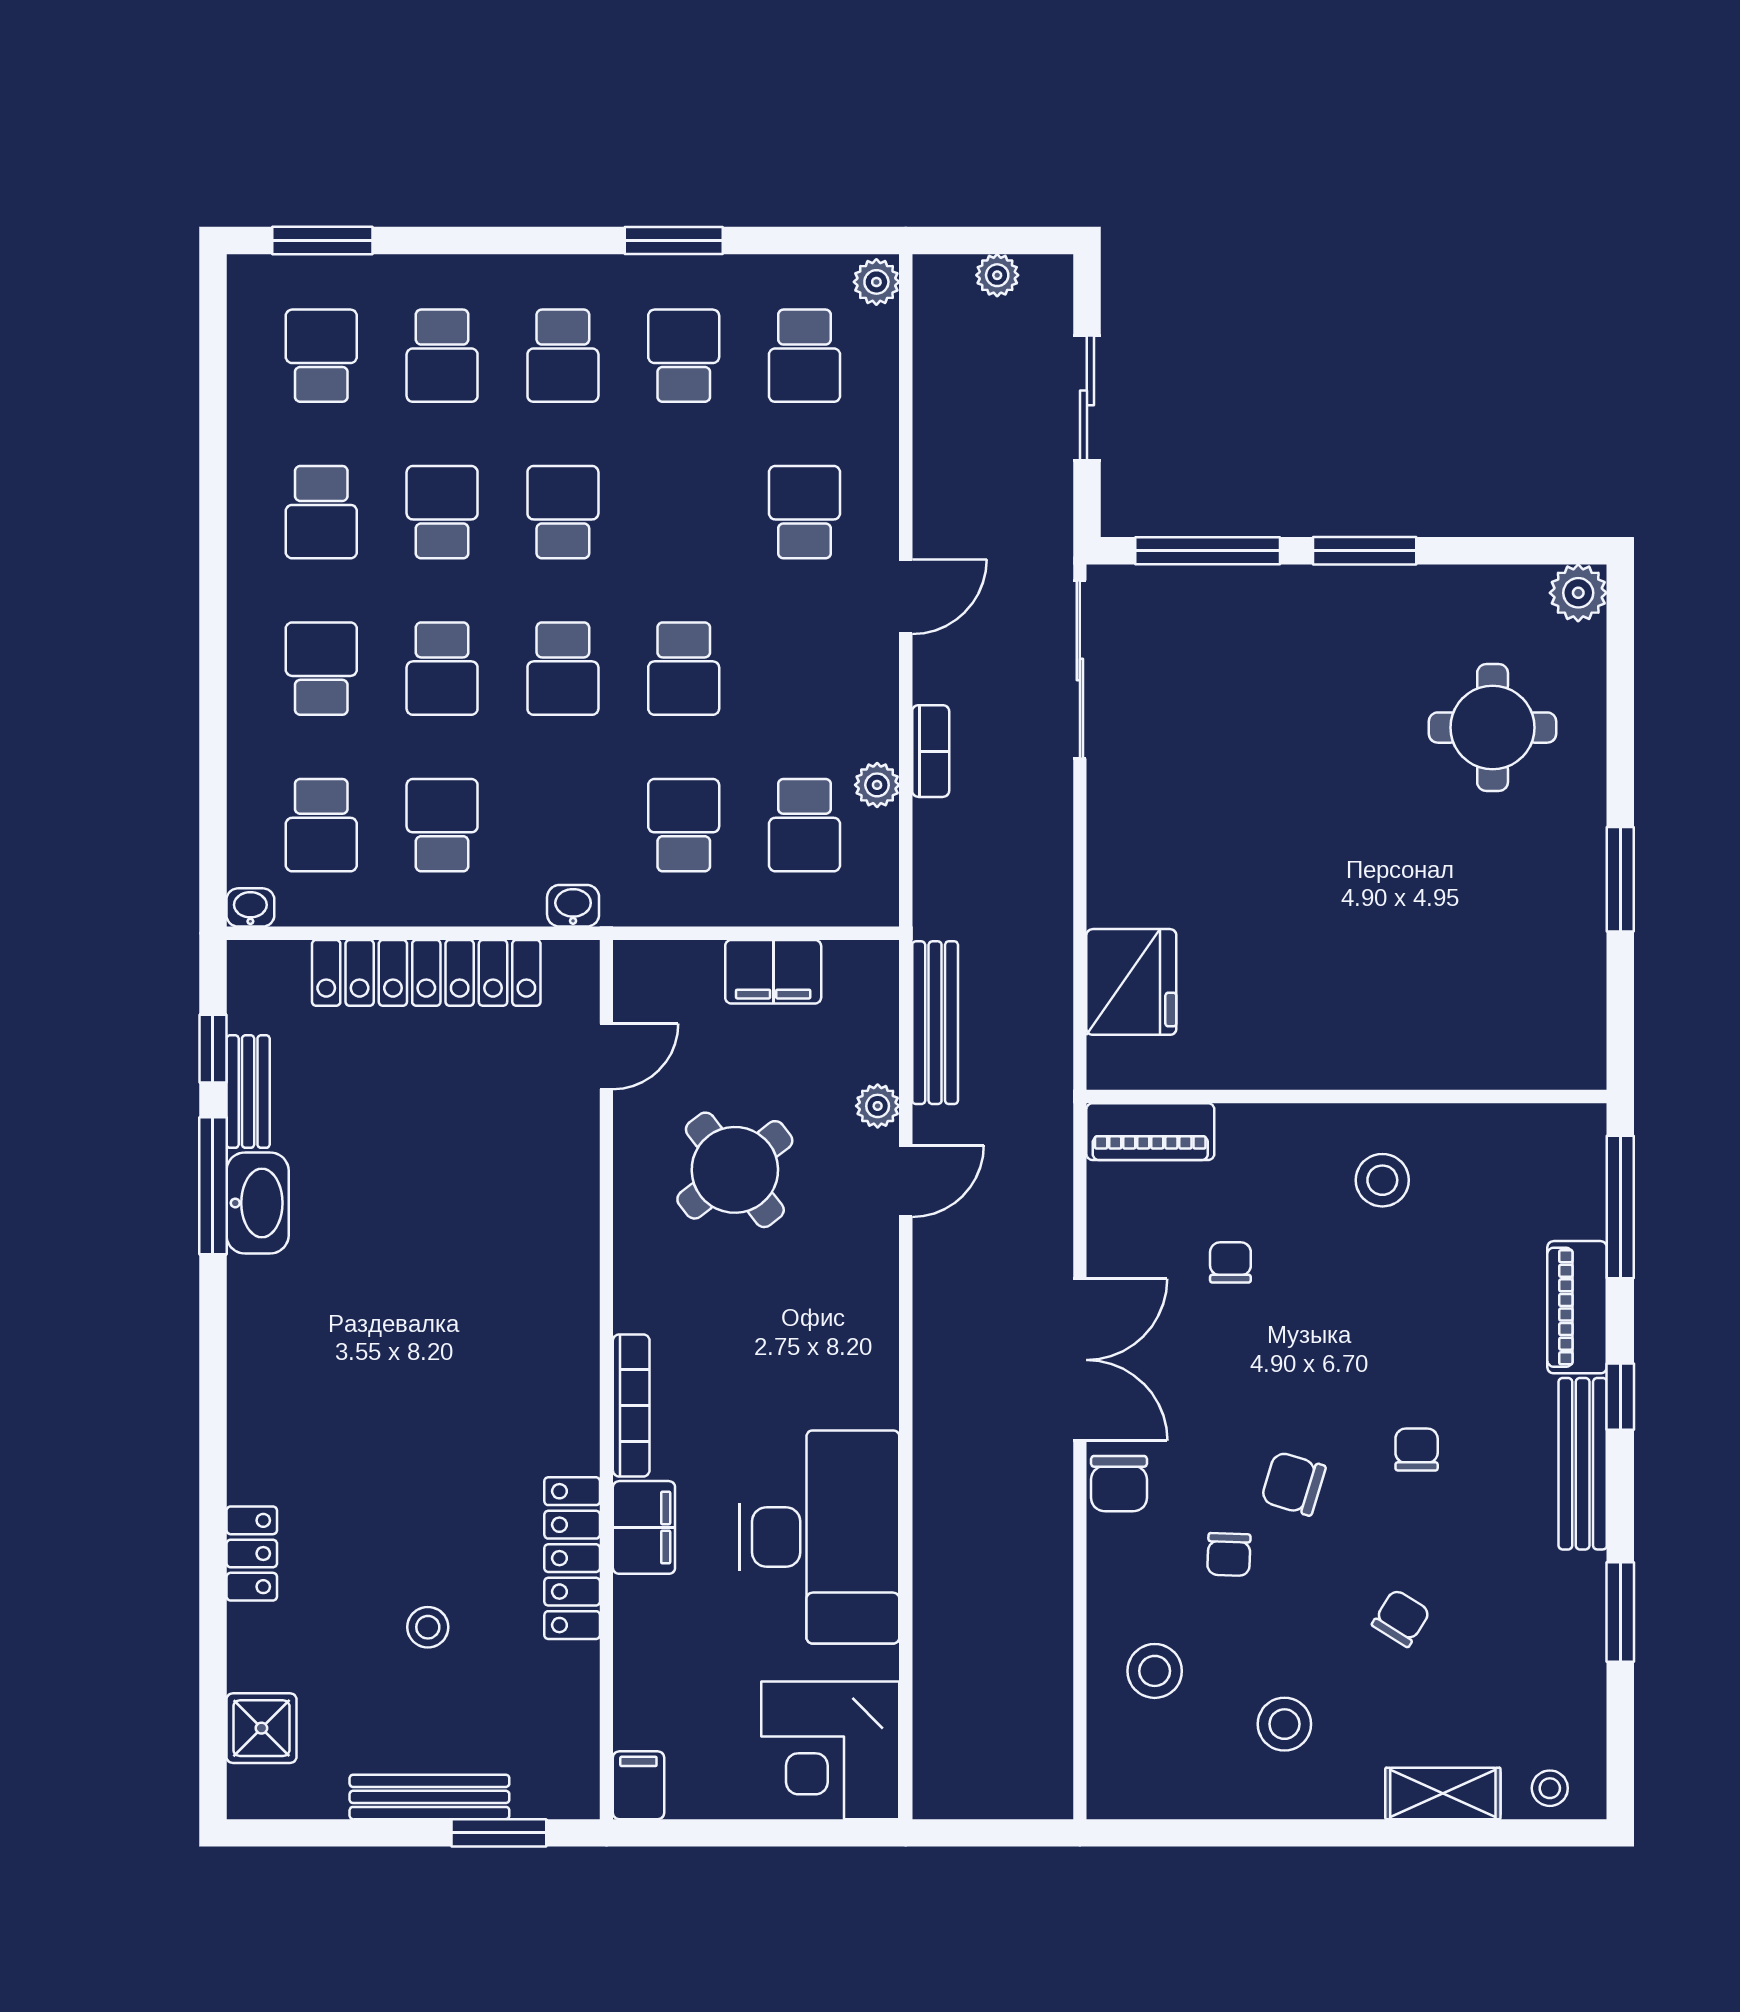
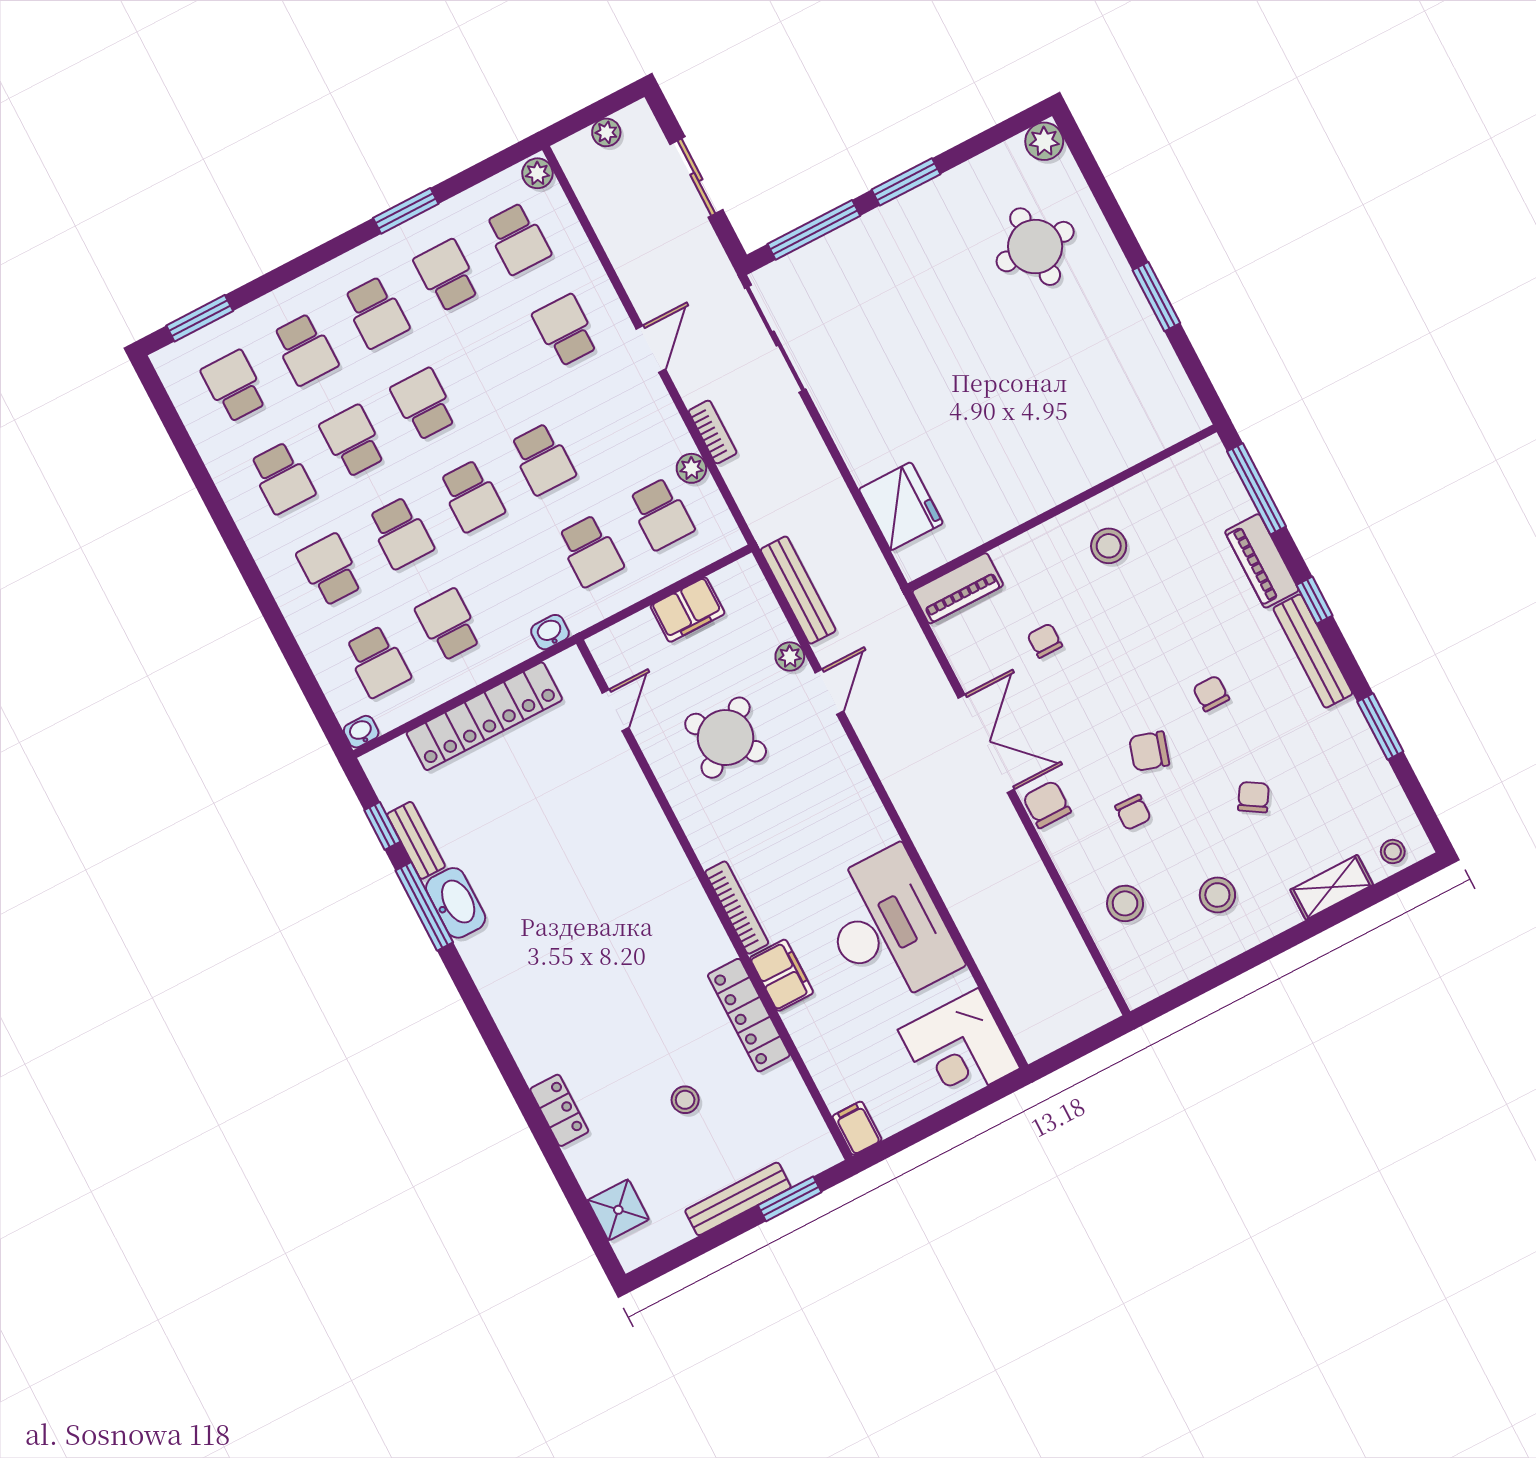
school desk: (684, 825) -> (590, 551), turned 180
chair: (1119, 1484) -> (1047, 804), turned 180

